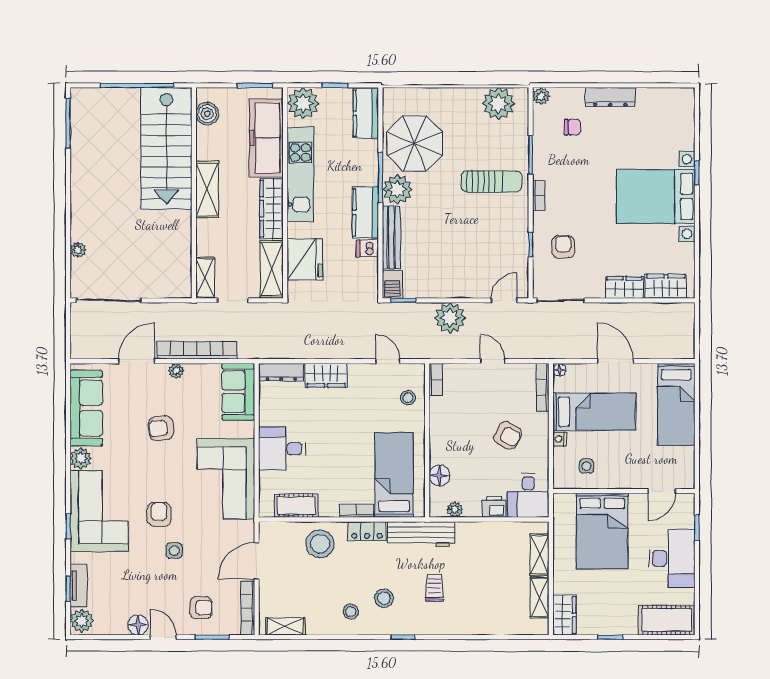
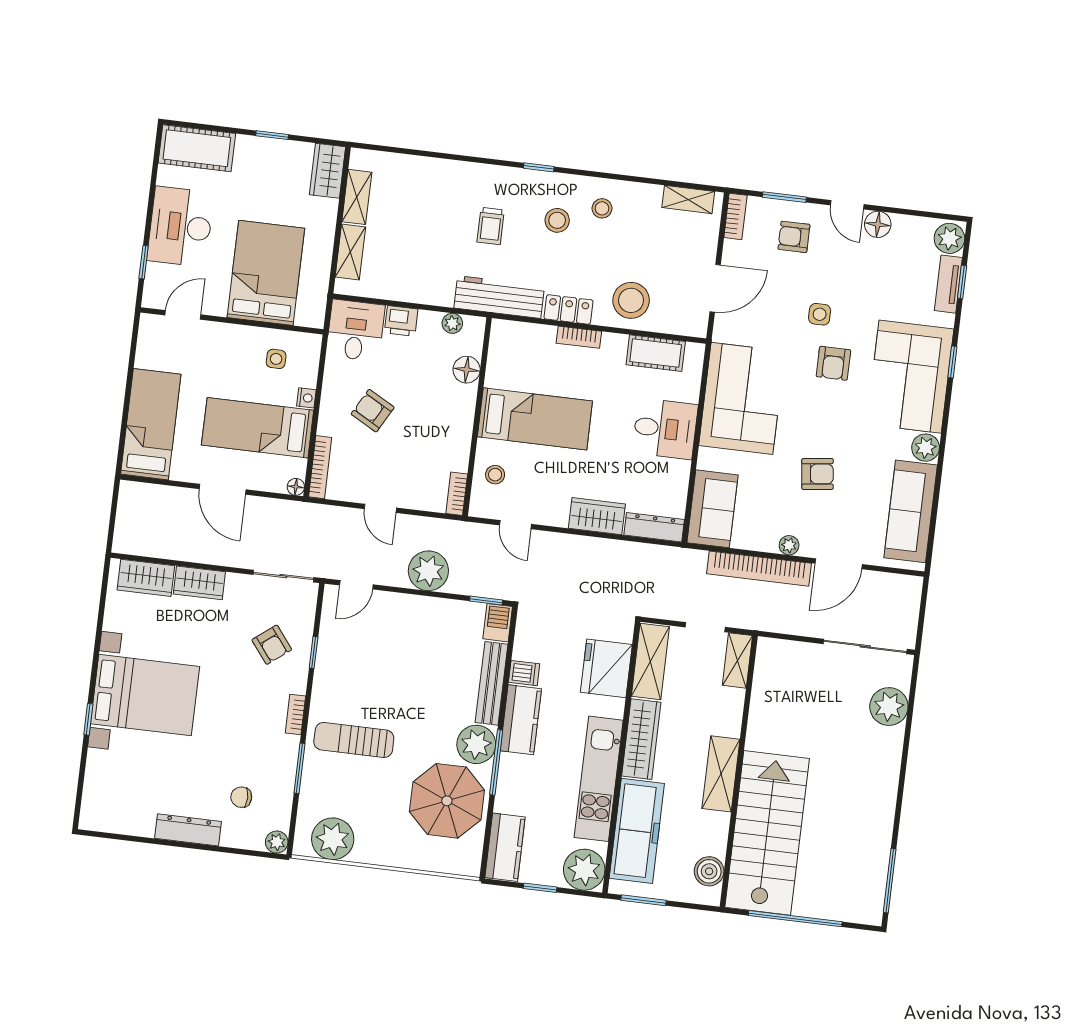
armchair: (563, 247) -> (272, 645), turned -38
plant: (78, 250) -> (889, 707), width x1.88, depth x1.88
bed: (394, 475) -> (535, 419), moved, turned -90
bookcase: (248, 608) -> (735, 216), width x0.64

